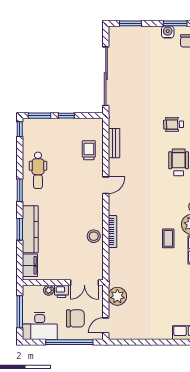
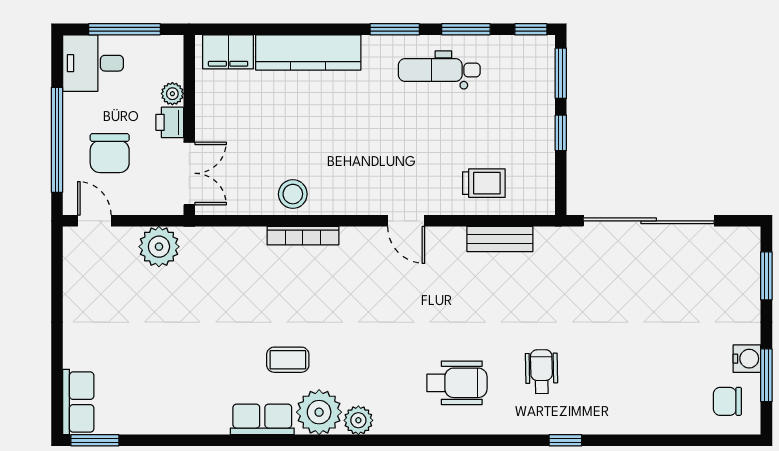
window: (20, 229) -> (466, 29), moved
double door: (84, 283) -> (189, 173), swing flipped
desk: (40, 326) -> (93, 63), width x0.73

